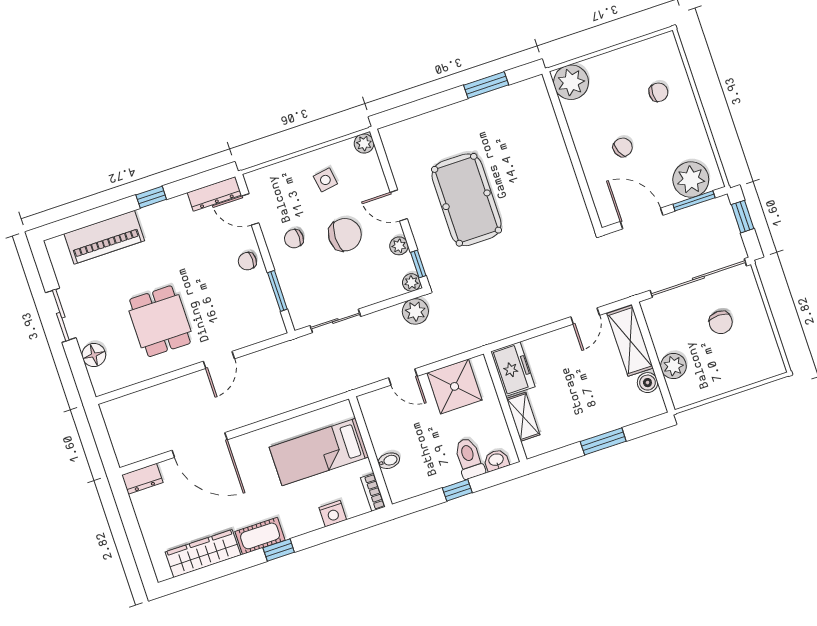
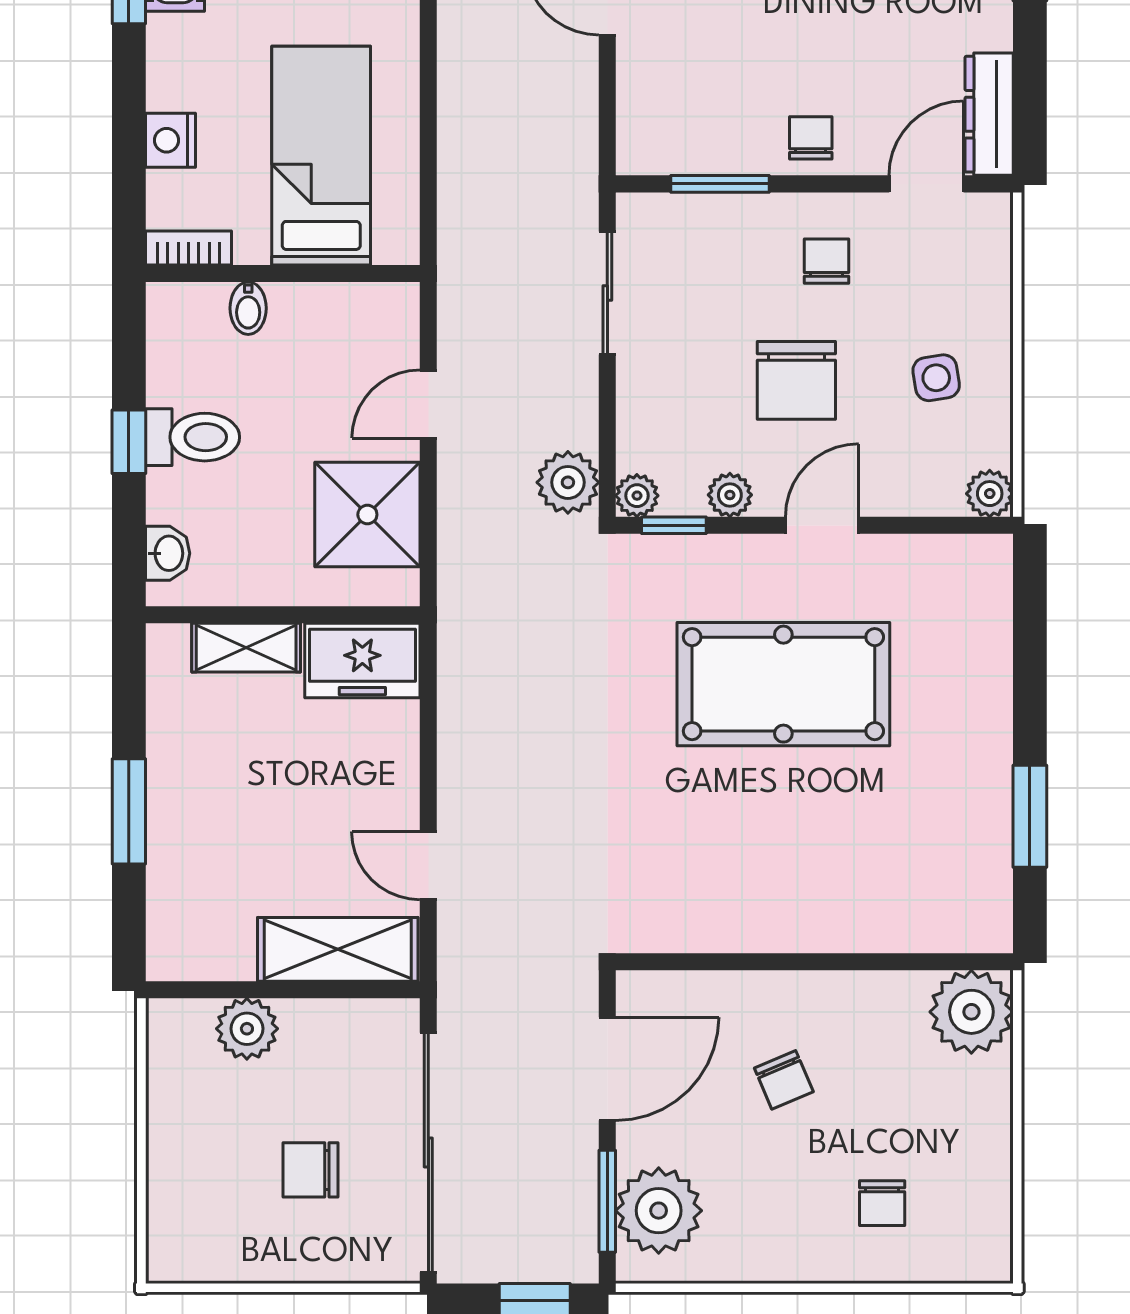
boiler: (648, 383) -> (229, 957), removed
toilet: (469, 458) -> (193, 437), moved

